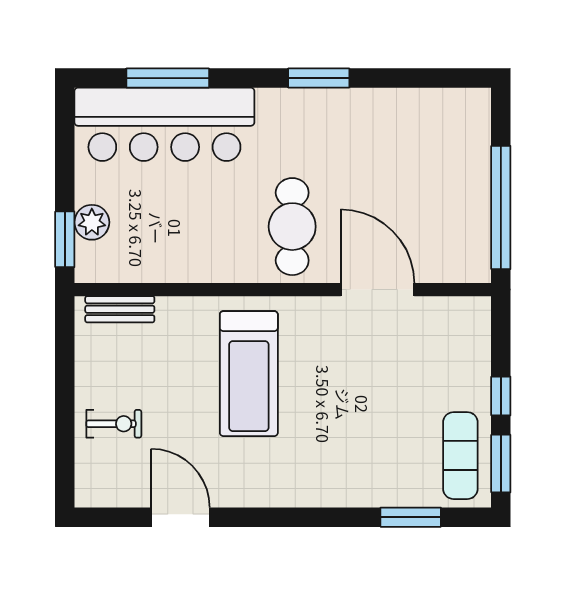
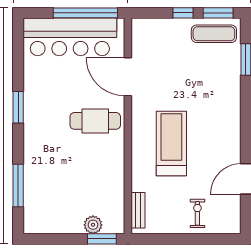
bar counter: (164, 124) -> (70, 37), moved, turned 90
door: (377, 290) -> (128, 77), hinge flipped
treadmill: (249, 374) -> (171, 143), turned -90

